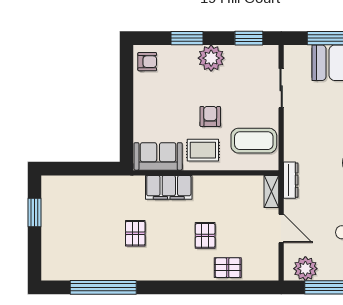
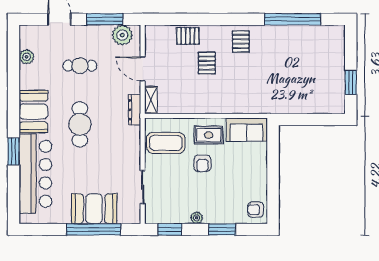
plant: (211, 58) -> (197, 218), width x0.53, depth x0.53
filing cabinet: (169, 187) -> (237, 104), removed
pallet: (135, 233) -> (241, 42), moved

